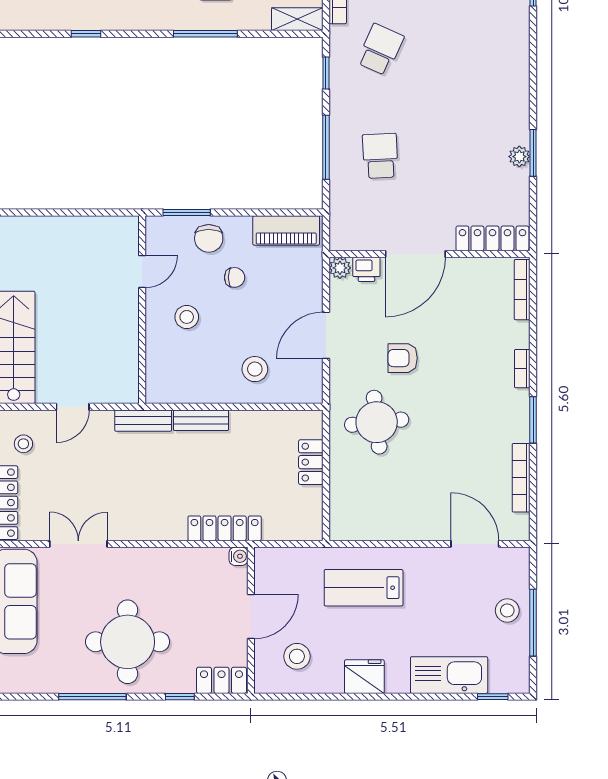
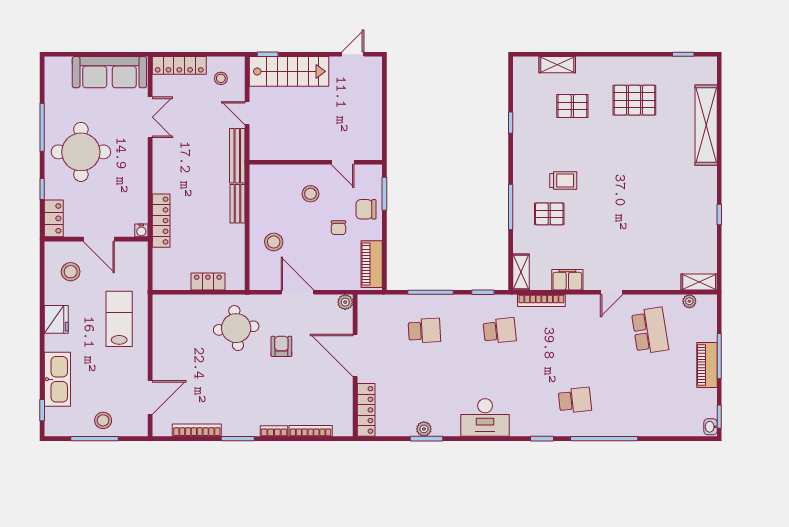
school desk: (380, 49) -> (500, 331), turned -30
desk: (503, 70) -> (485, 417), added
printer: (366, 269) -> (344, 321), removed
bookcase: (522, 290) -> (311, 431), moved
bench: (143, 421) -> (237, 156), width x1.36

